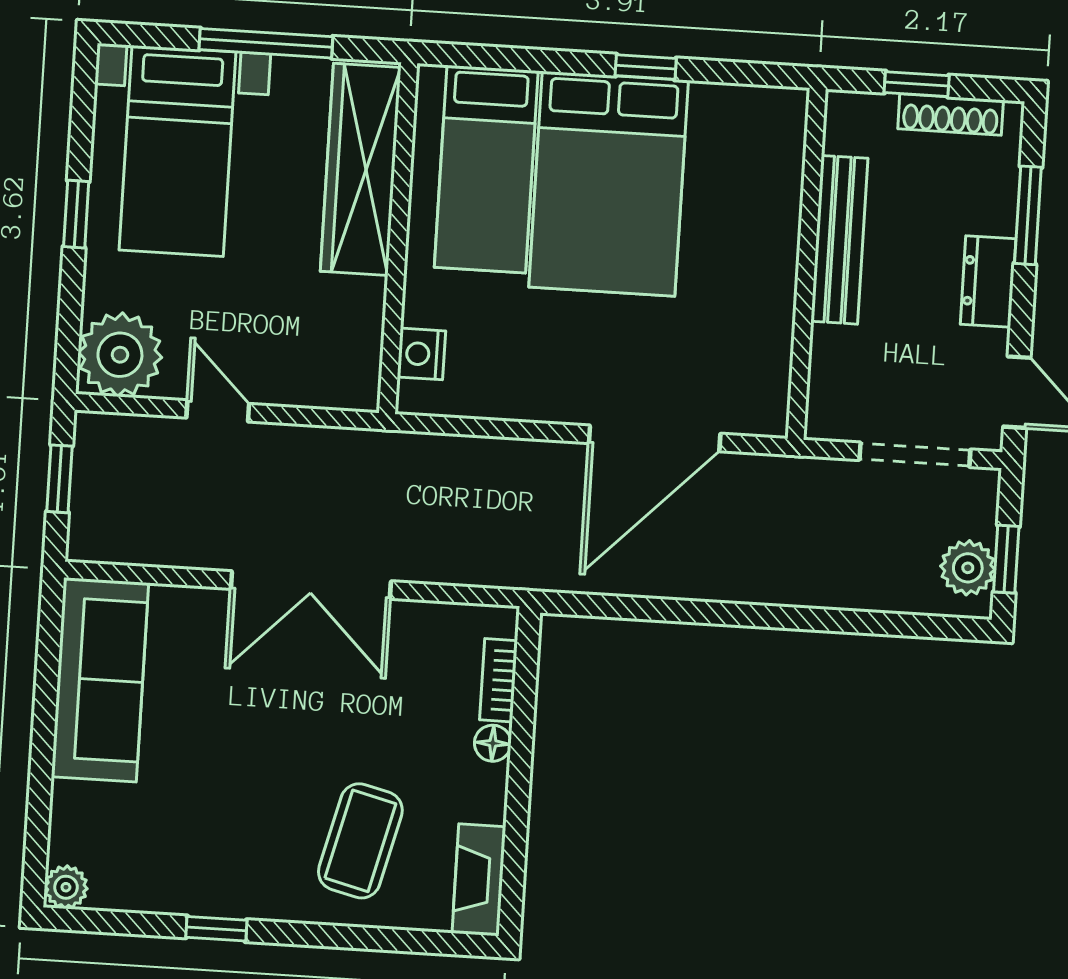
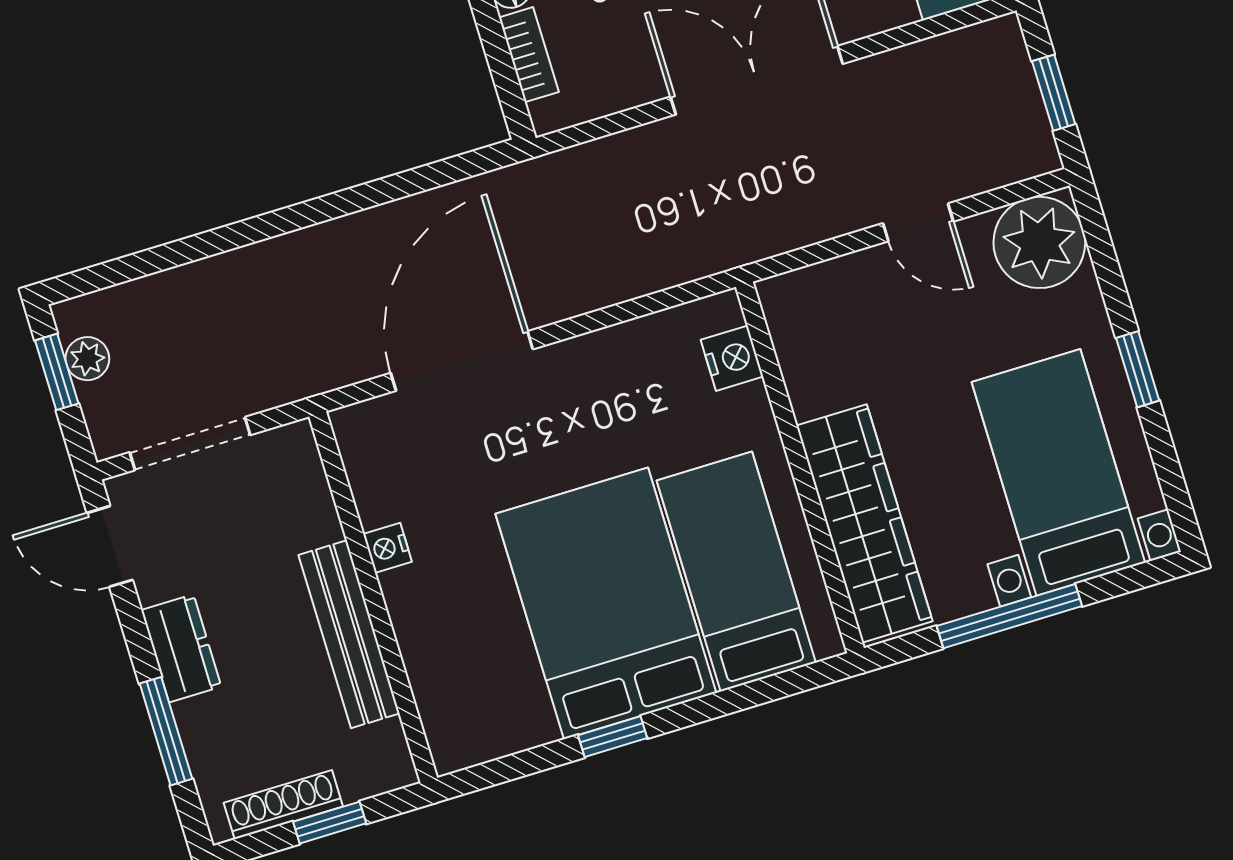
nightstand: (779, 302) -> (387, 548), added
plant: (968, 568) -> (87, 359), width x0.73, depth x0.73

